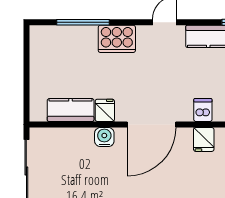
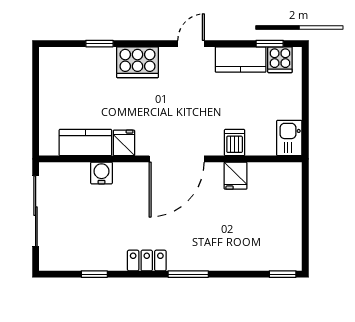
window: (83, 22) -> (99, 44), width x0.46
water cooler: (104, 137) -> (102, 173), moved

